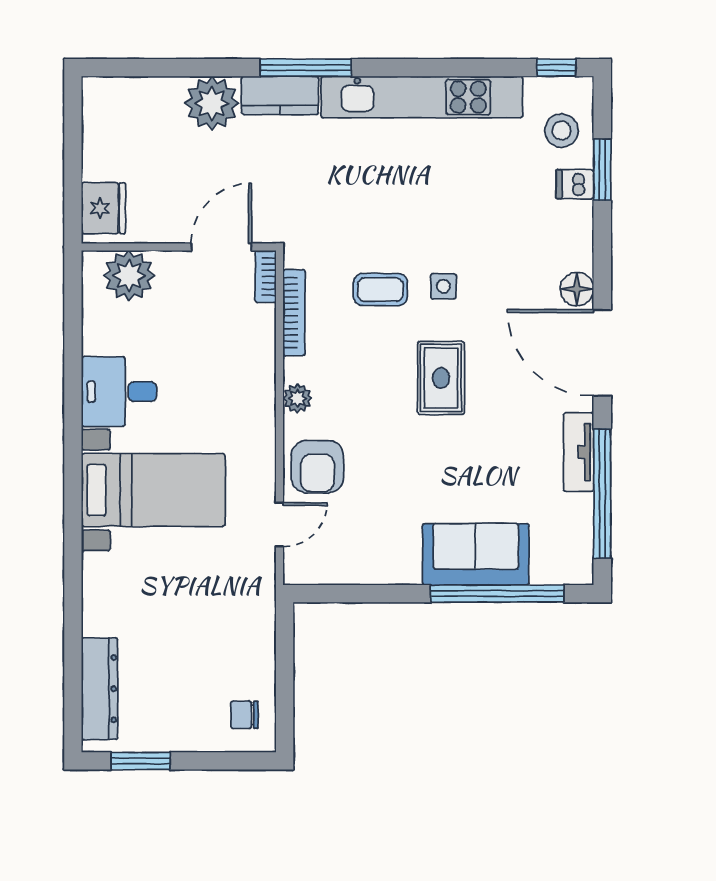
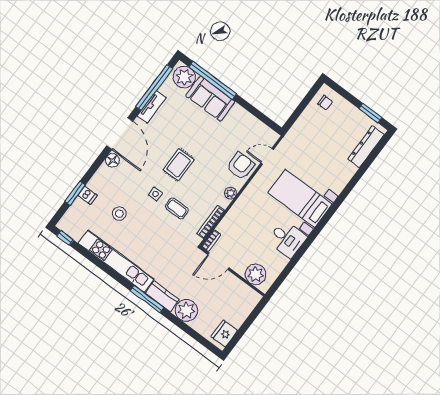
stool: (562, 131) -> (119, 214), moved
fridge: (103, 208) -> (224, 334), moved
plant: (559, 558) -> (184, 77), added

